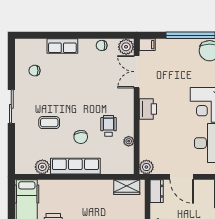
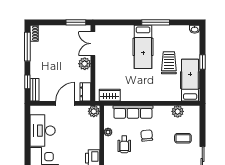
coffee table: (49, 123) -> (183, 138), moved
row of seats: (75, 166) -> (133, 112), moved
door: (182, 177) -> (65, 103), hinge flipped

